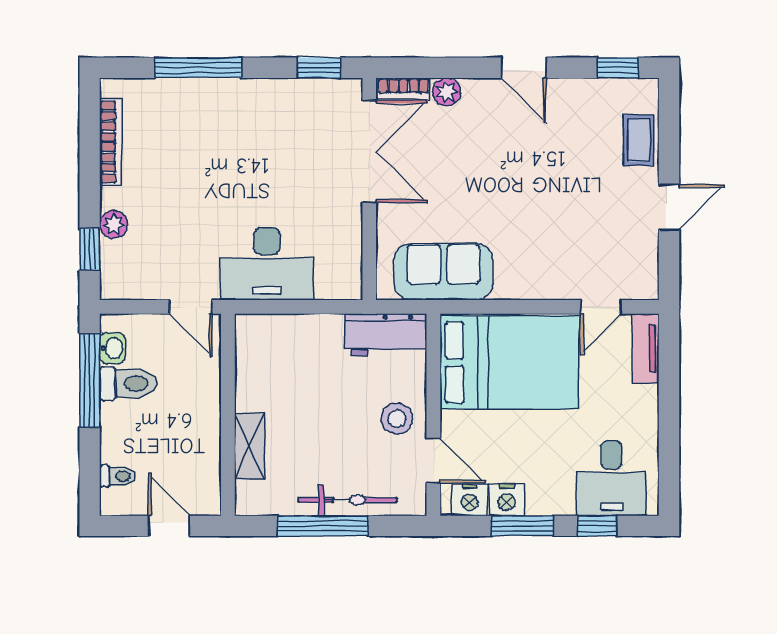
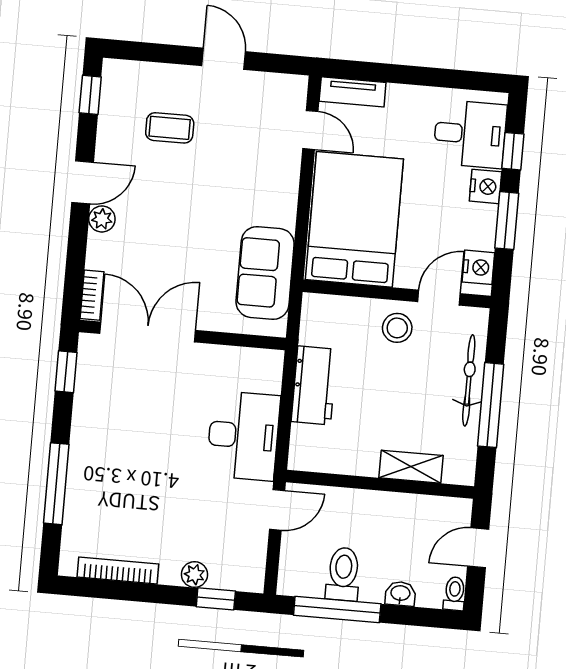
plant: (447, 92) -> (102, 219), moved
coffee table: (639, 140) -> (170, 128), moved
workbench: (386, 335) -> (314, 385), moved
washbasin: (112, 348) -> (400, 594), moved
toilet: (118, 476) -> (454, 594), moved
nightstand: (507, 500) -> (485, 186), moved

